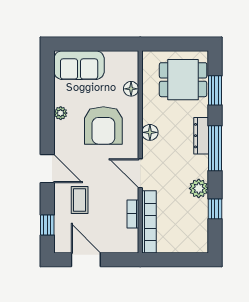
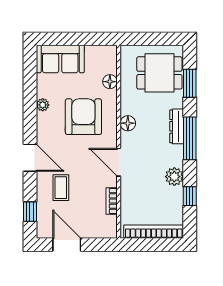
armchair: (103, 126) -> (83, 117), turned 180
bookcase: (149, 222) -> (154, 232), moved, turned -90

